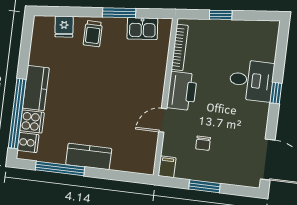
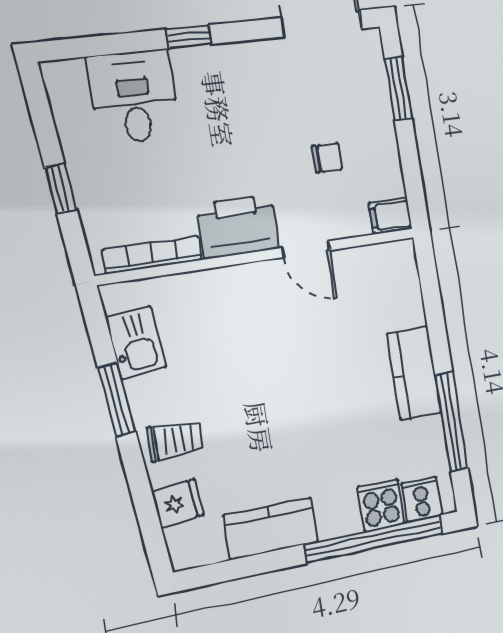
desk: (251, 80) -> (134, 97), moved
kitchen counter: (36, 88) -> (271, 528), moved
window: (204, 186) -> (398, 89), moved

